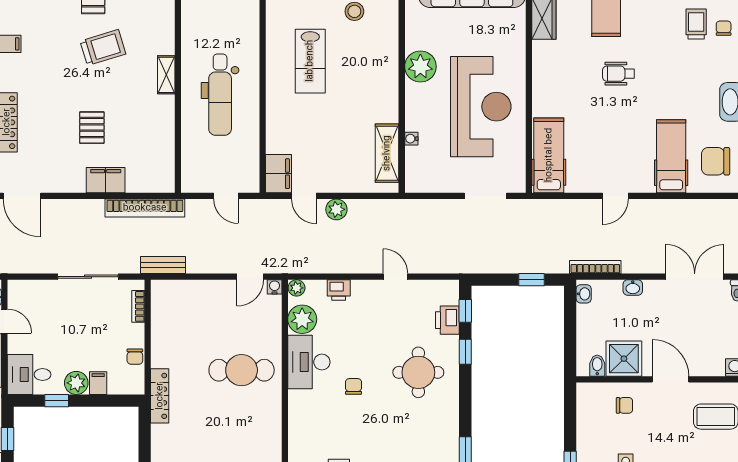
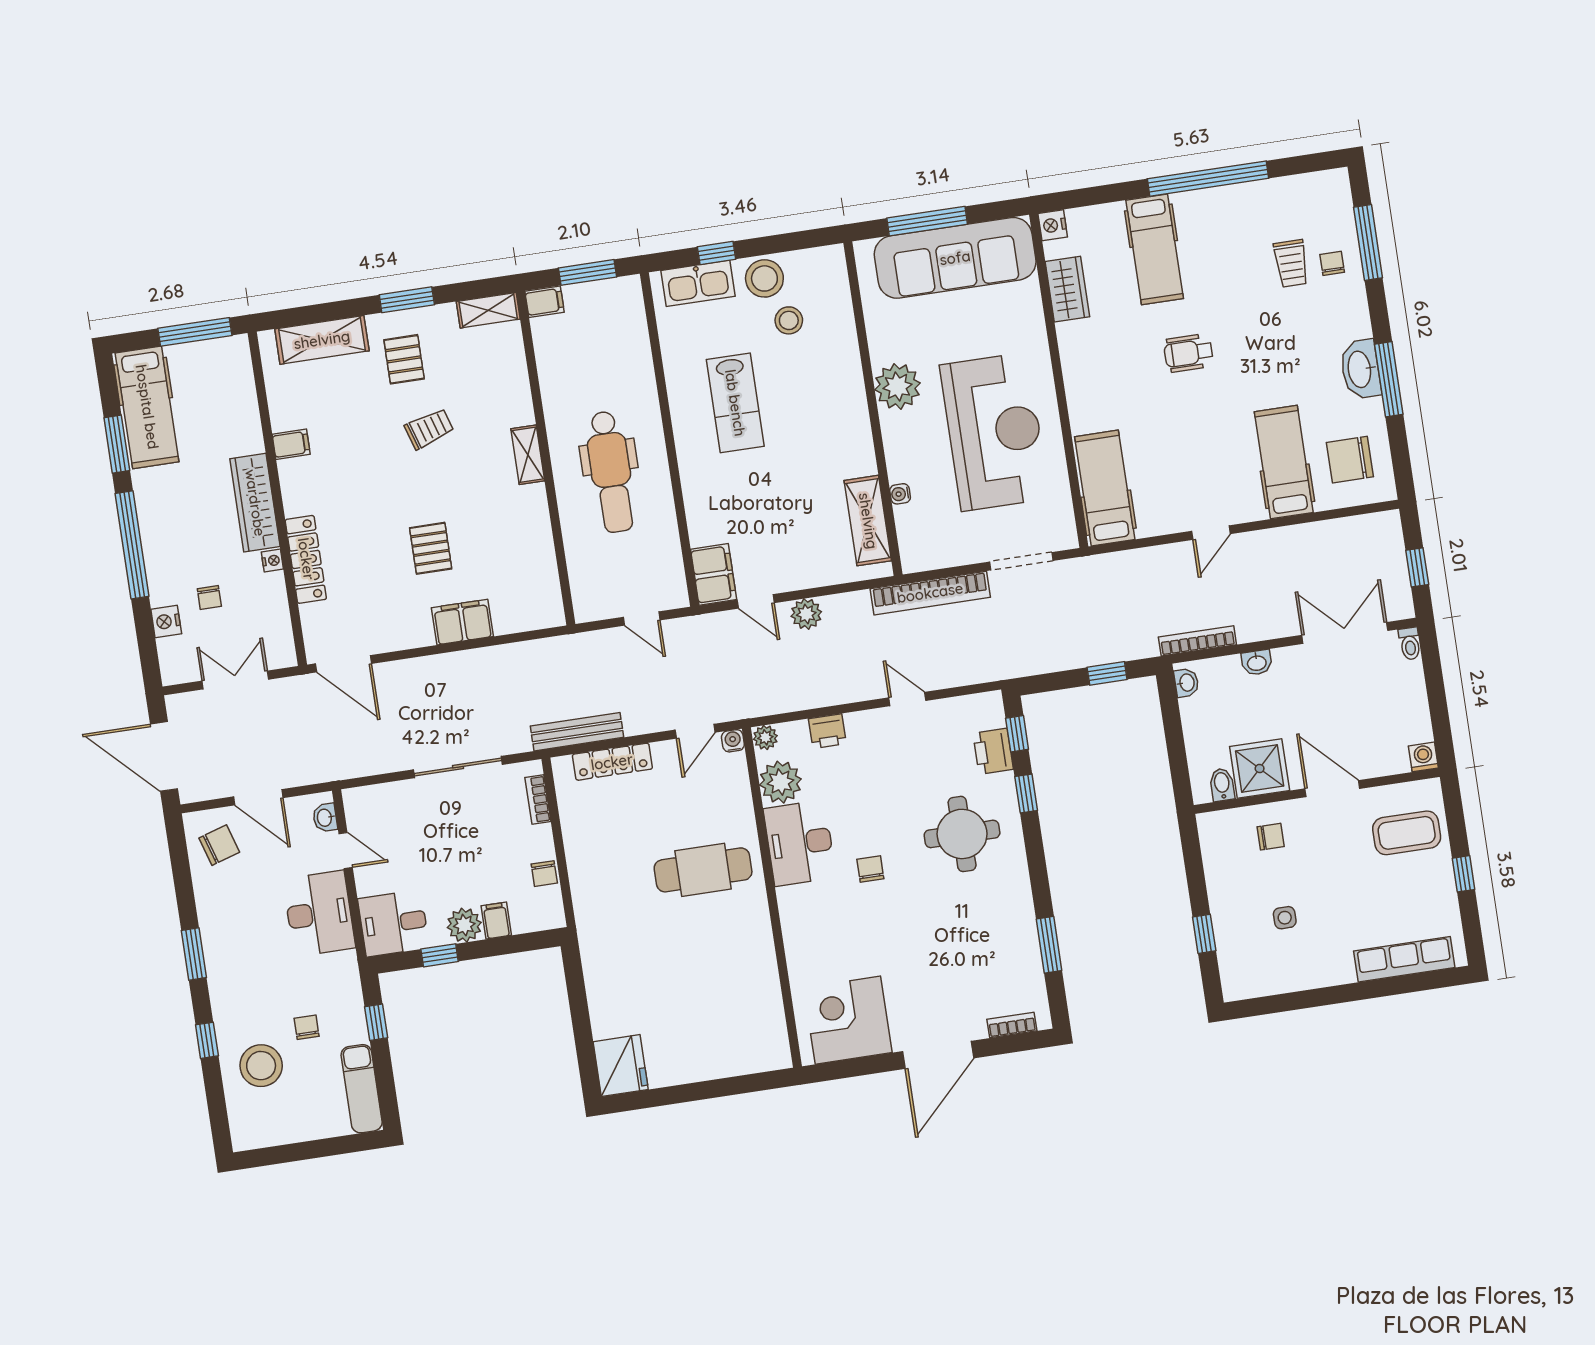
trolley: (696, 24) -> (1291, 263), turned 180
trolley: (103, 47) -> (429, 429), width x0.73, depth x0.72
bookcase: (145, 208) -> (930, 593), moved
bench: (163, 265) -> (577, 732), width x1.36
locker: (160, 396) -> (612, 762), moved, turned 90

